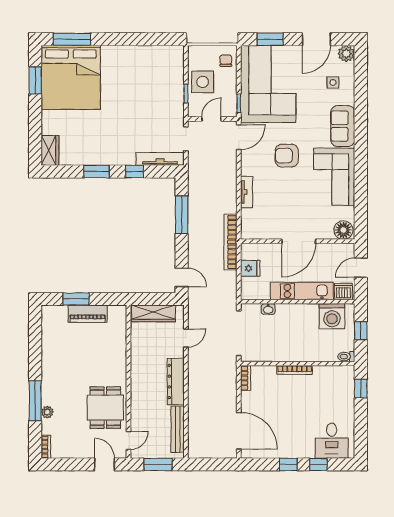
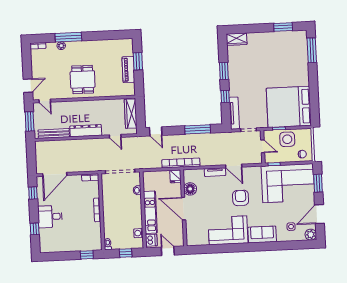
door: (316, 39) -> (319, 214), hinge flipped
bed: (71, 77) -> (289, 107), moved
door: (239, 137) -> (234, 166), moved
floor lamp: (343, 230) -> (190, 189), moved
fridge: (250, 268) -> (175, 176), moved
door: (182, 277) -> (156, 131), hinge flipped
washing machine: (332, 316) -> (138, 233), width x0.53, depth x0.53
dining table: (105, 408) -> (83, 79), moved, turned 90
desk: (332, 441) -> (50, 217), moved
window: (288, 464) -> (33, 193), moved

